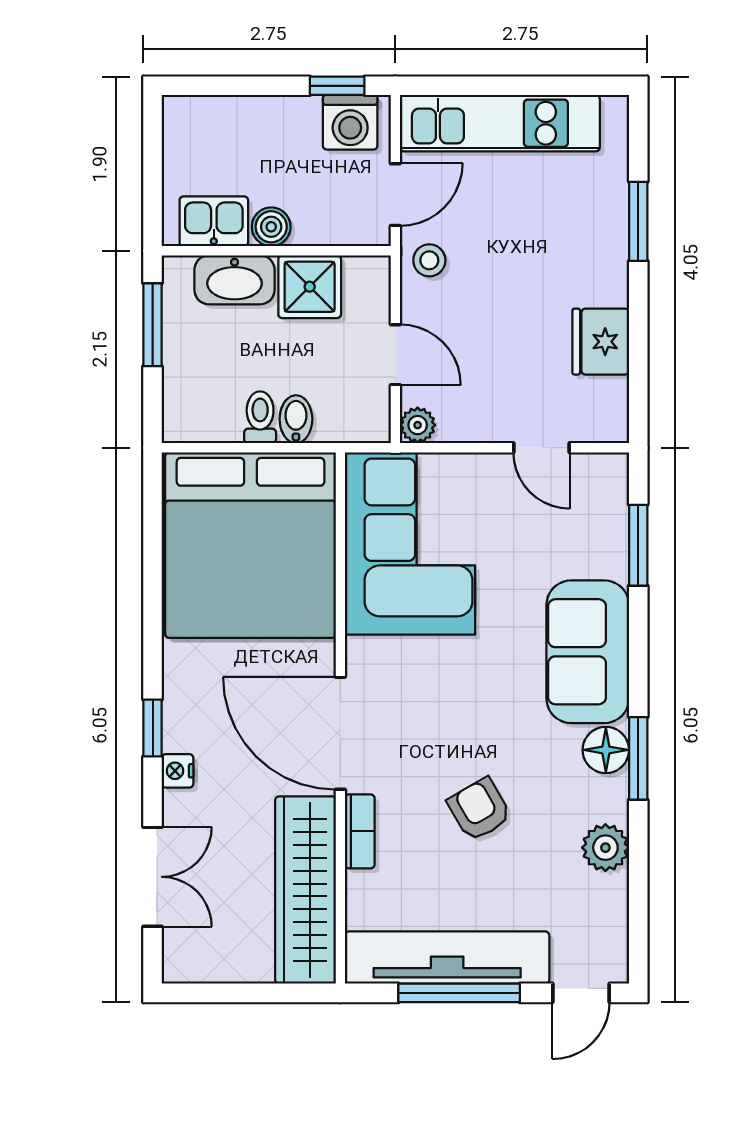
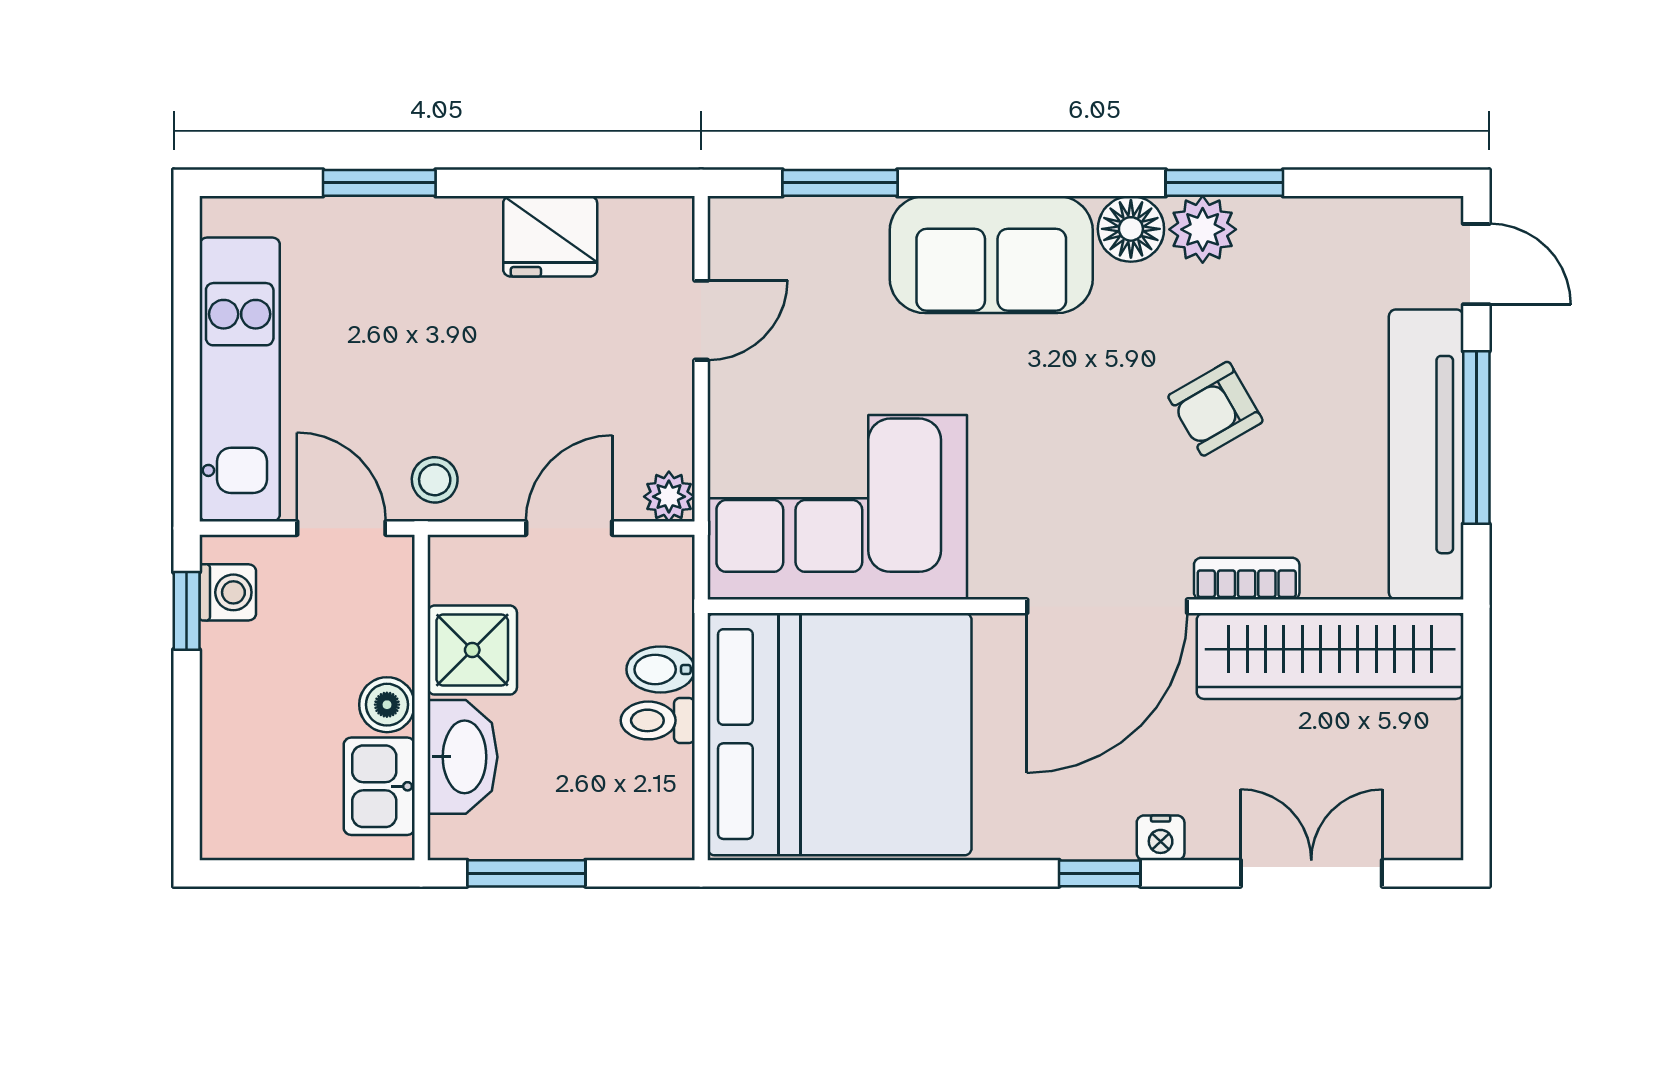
washing machine: (350, 122) -> (228, 592), width x0.73, depth x0.73
window: (638, 758) -> (1224, 183), moved
plant: (605, 848) -> (1203, 229), moved

